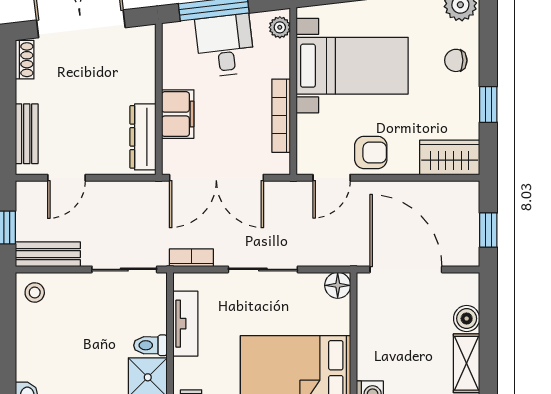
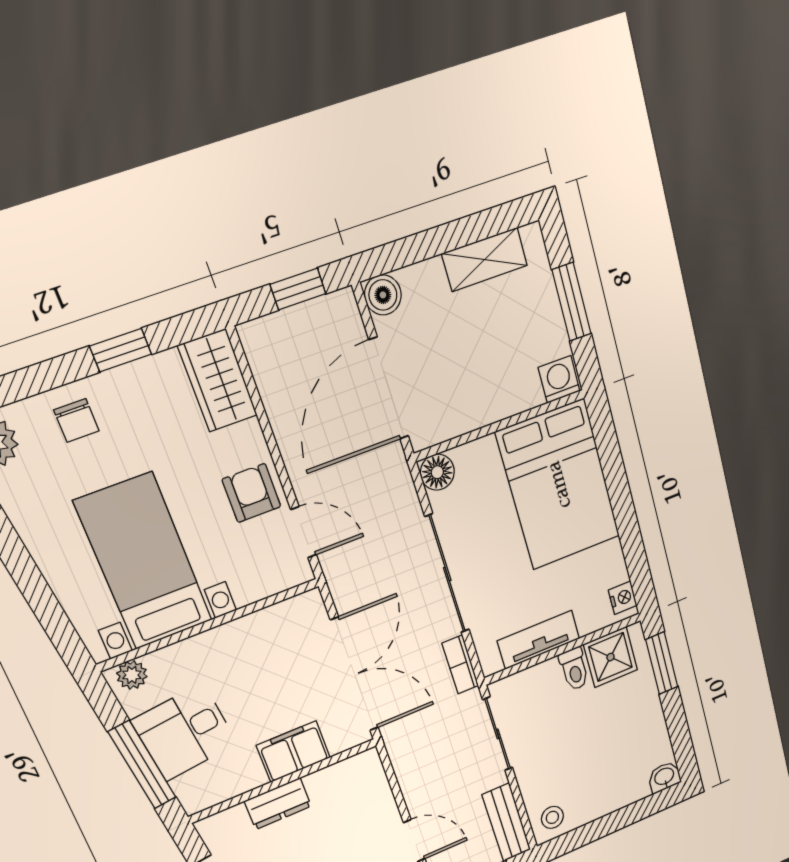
bookcase: (281, 116) -> (247, 627), removed
dresser: (143, 137) -> (278, 804), moved, width x0.70
sliding door: (263, 269) -> (447, 574), width x1.37
boiler: (467, 319) -> (383, 295), moved

